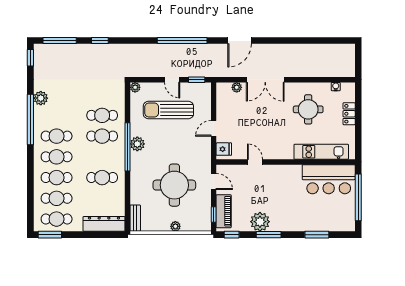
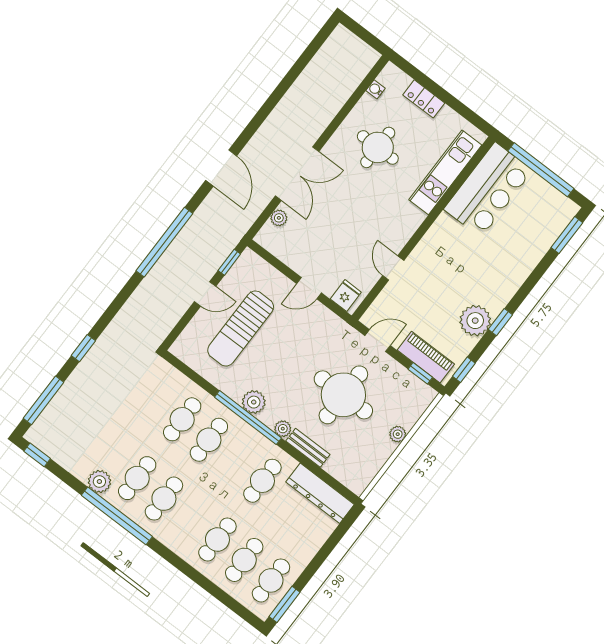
plant: (135, 87) -> (283, 429), moved
door: (214, 128) -> (309, 288), hinge flipped
cafe table: (57, 157) -> (137, 478), moved
door: (255, 162) -> (393, 268), hinge flipped
bench: (135, 218) -> (308, 448), moved
dresser: (104, 224) -> (320, 493), moved, turned -90
window: (269, 235) -> (500, 322), width x0.67
window: (317, 235) -> (567, 235), moved

